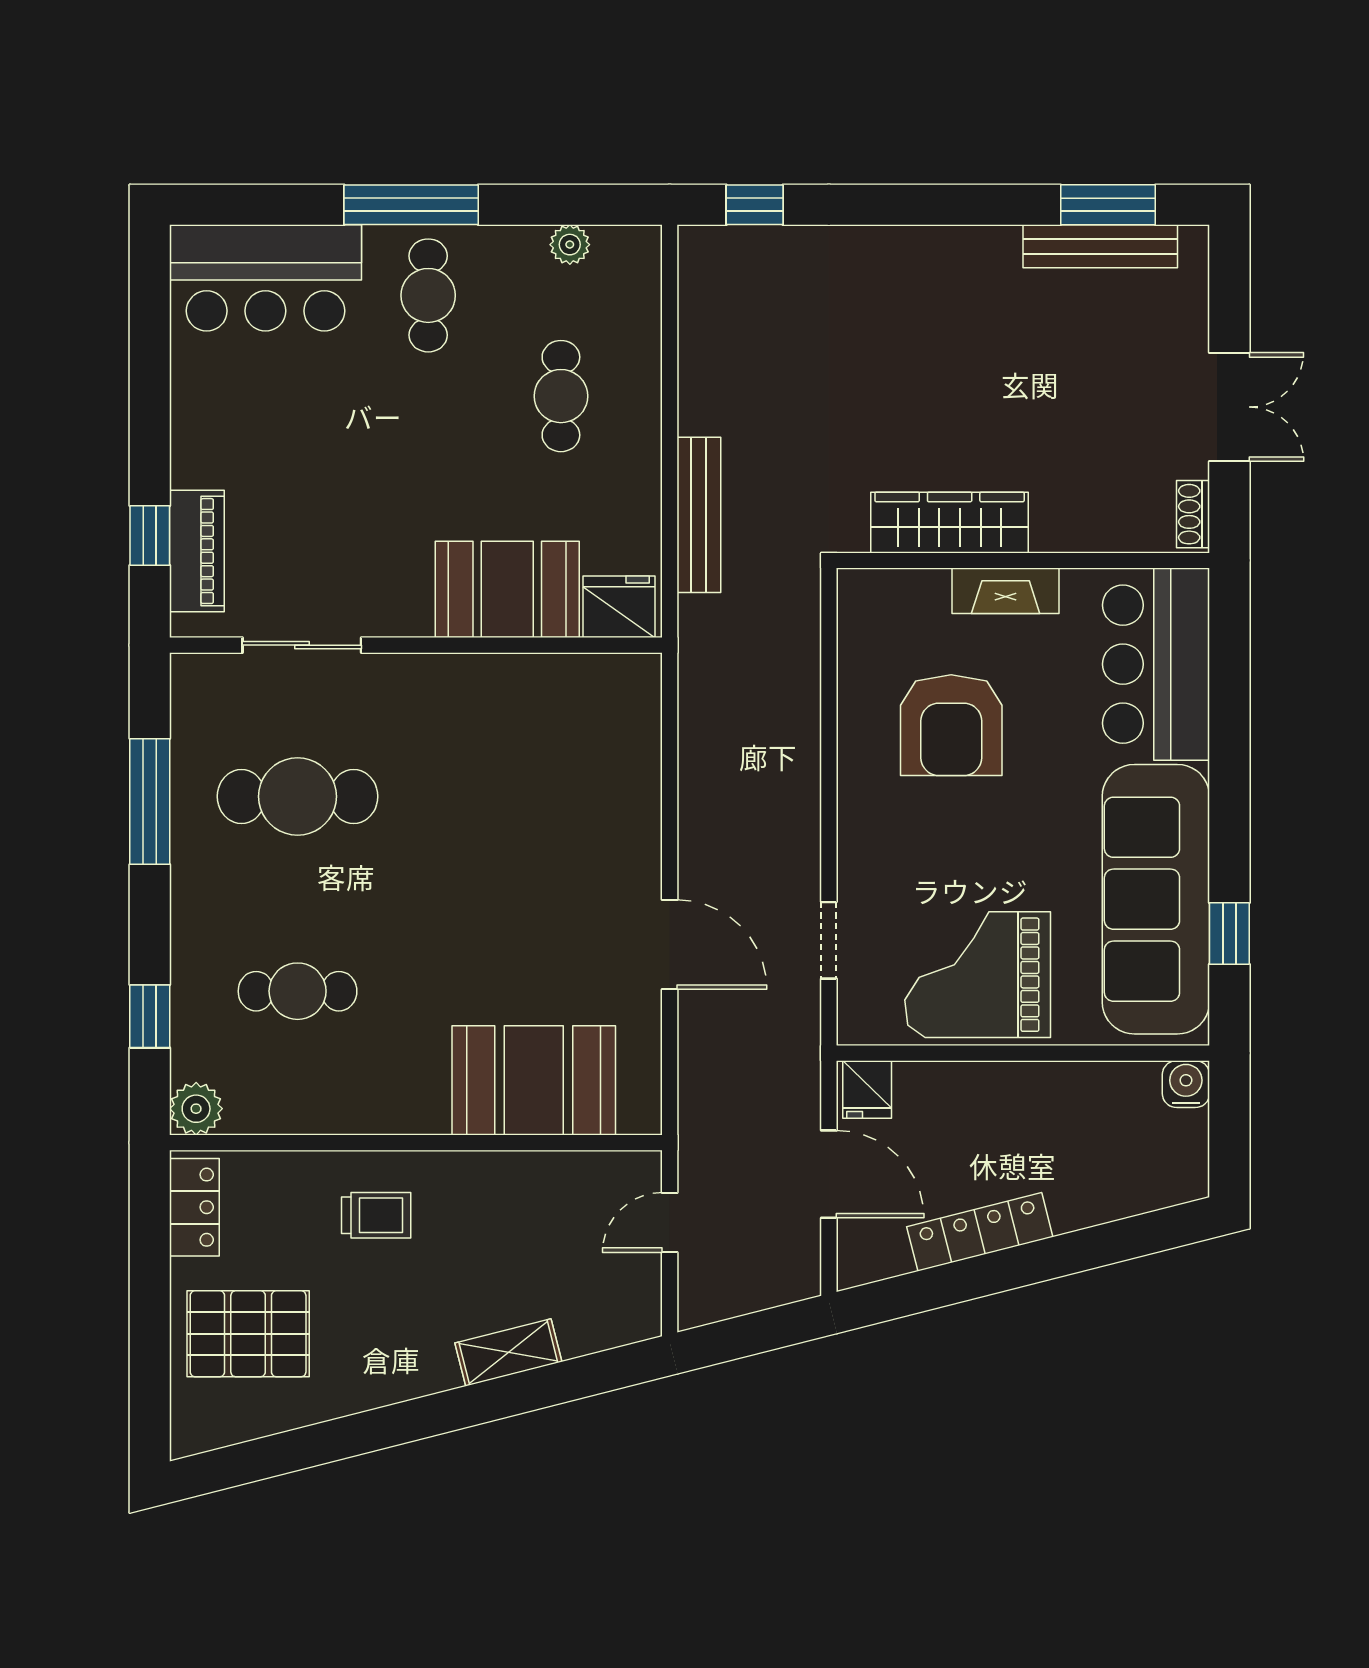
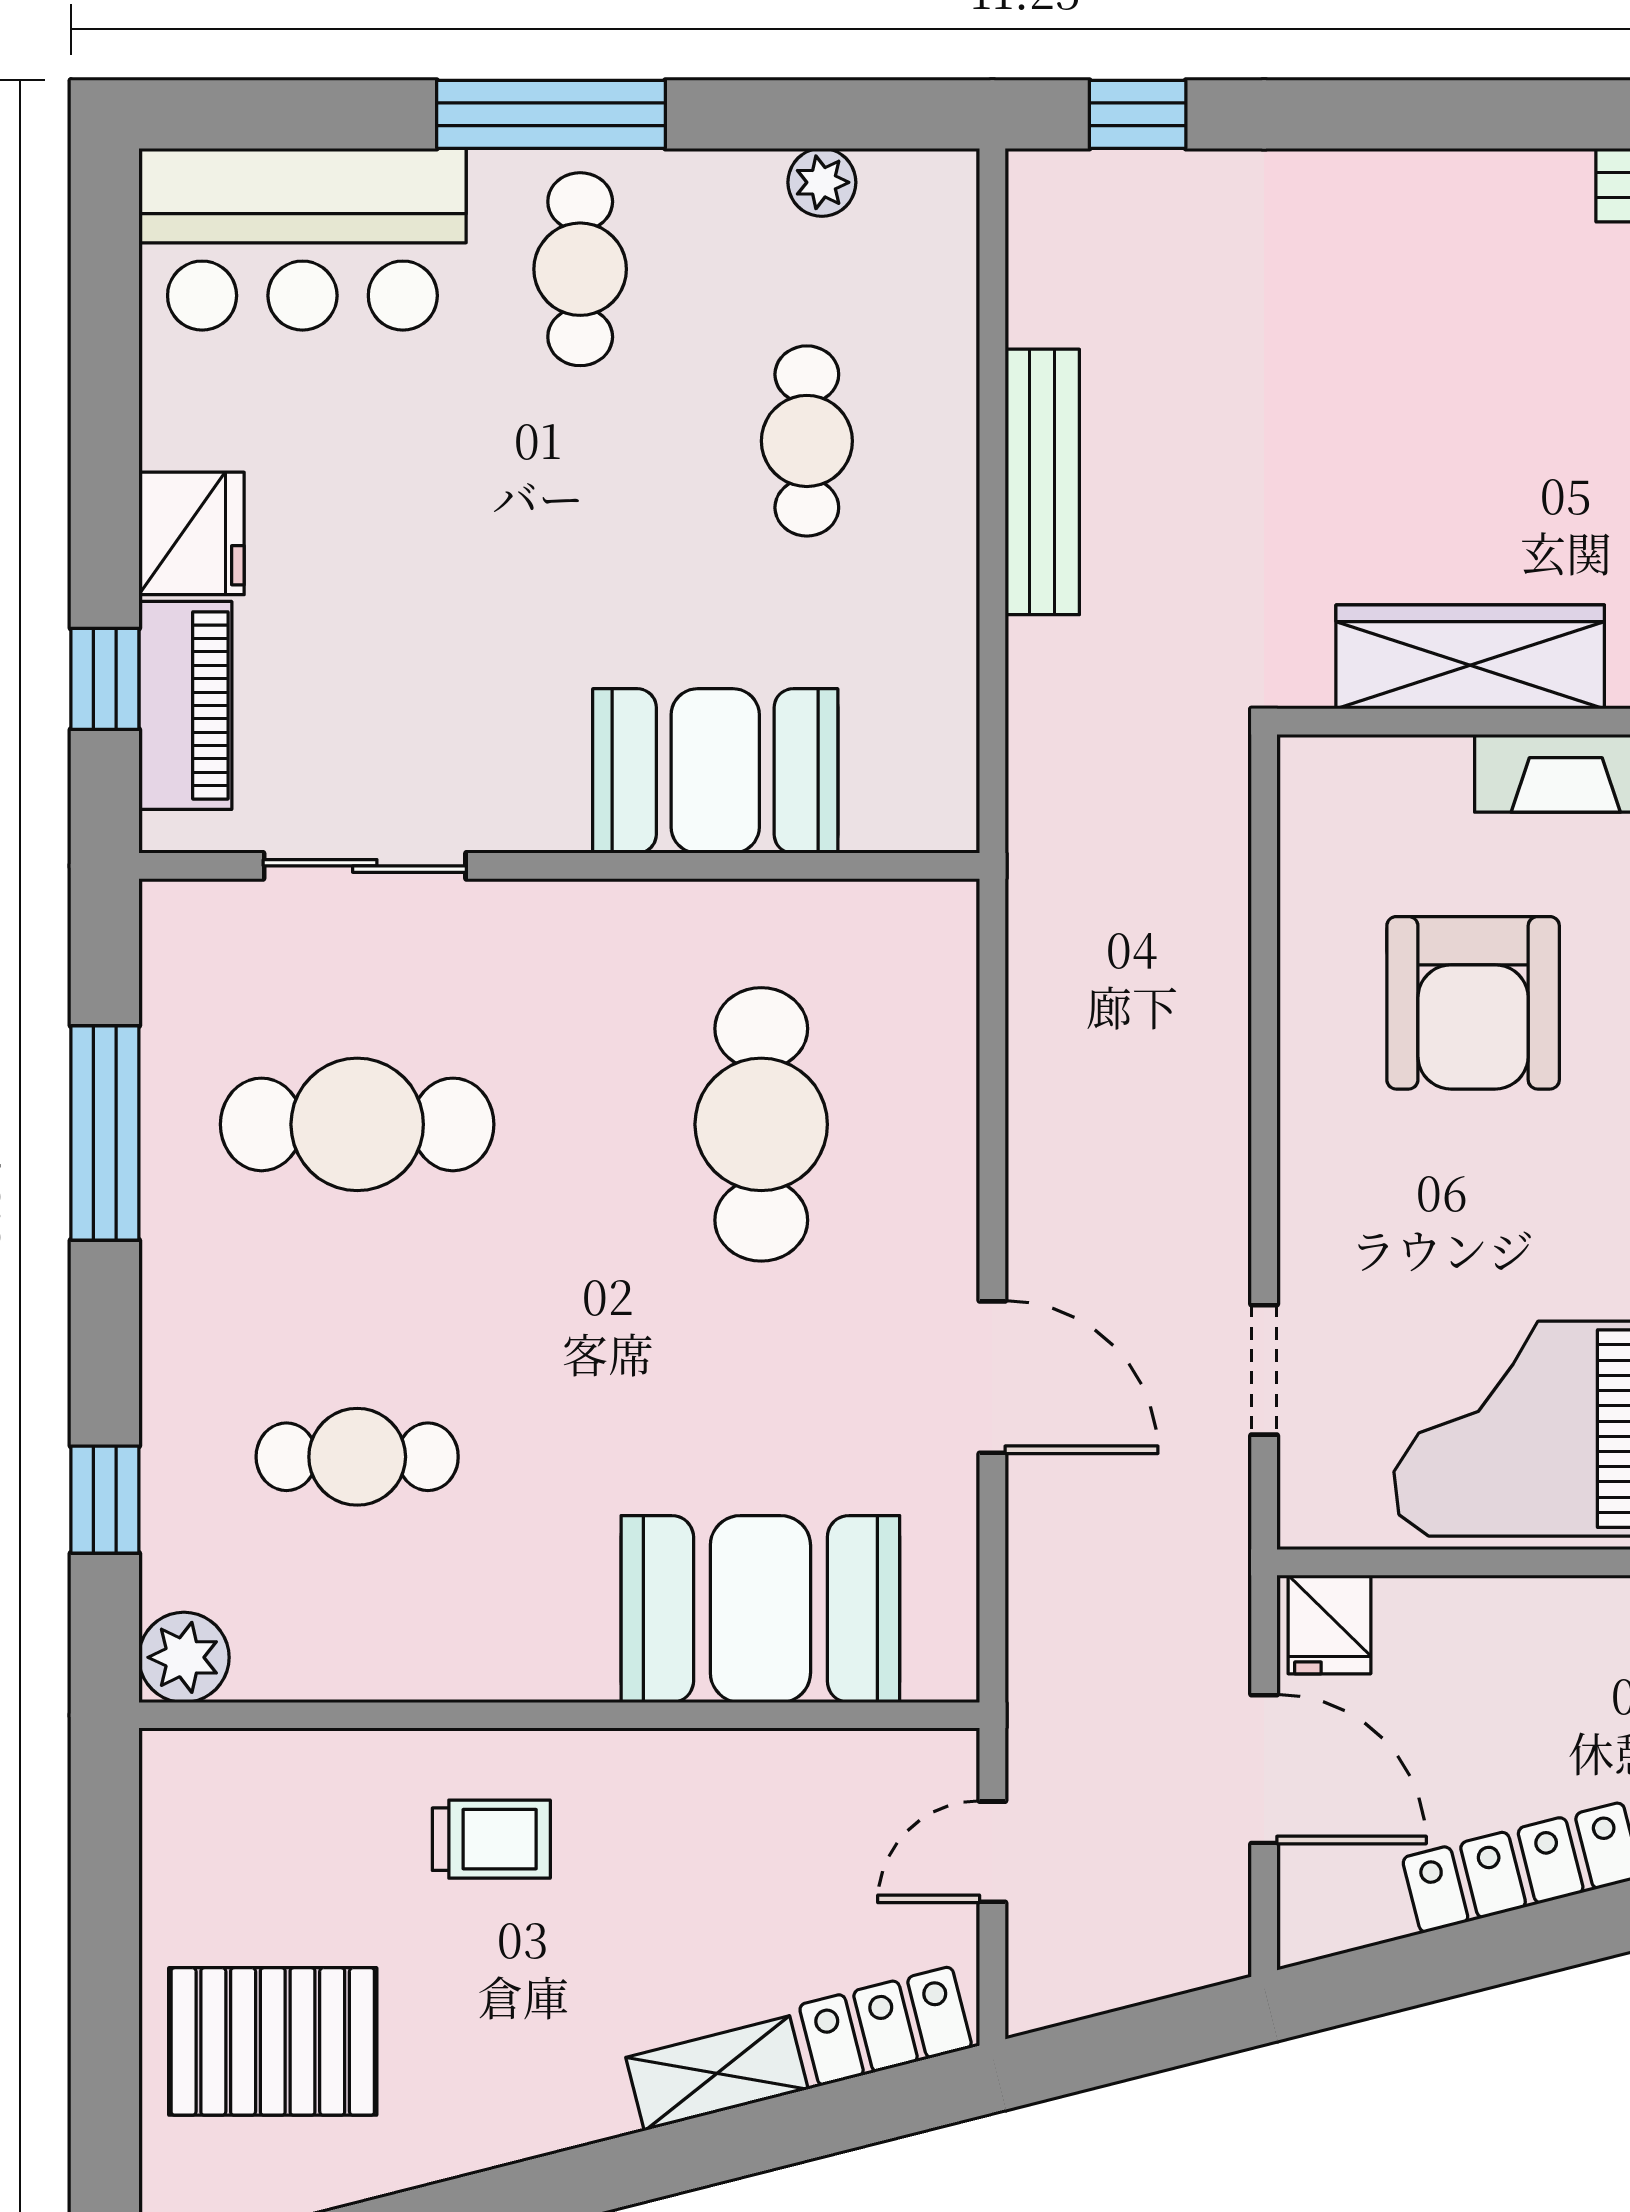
bench: (699, 515) -> (1042, 482), moved
fridge: (619, 607) -> (191, 533), moved, turned 90
cafe table: (534, 796) -> (761, 1124), added
locker: (194, 1207) -> (886, 2026), moved, turned -104

